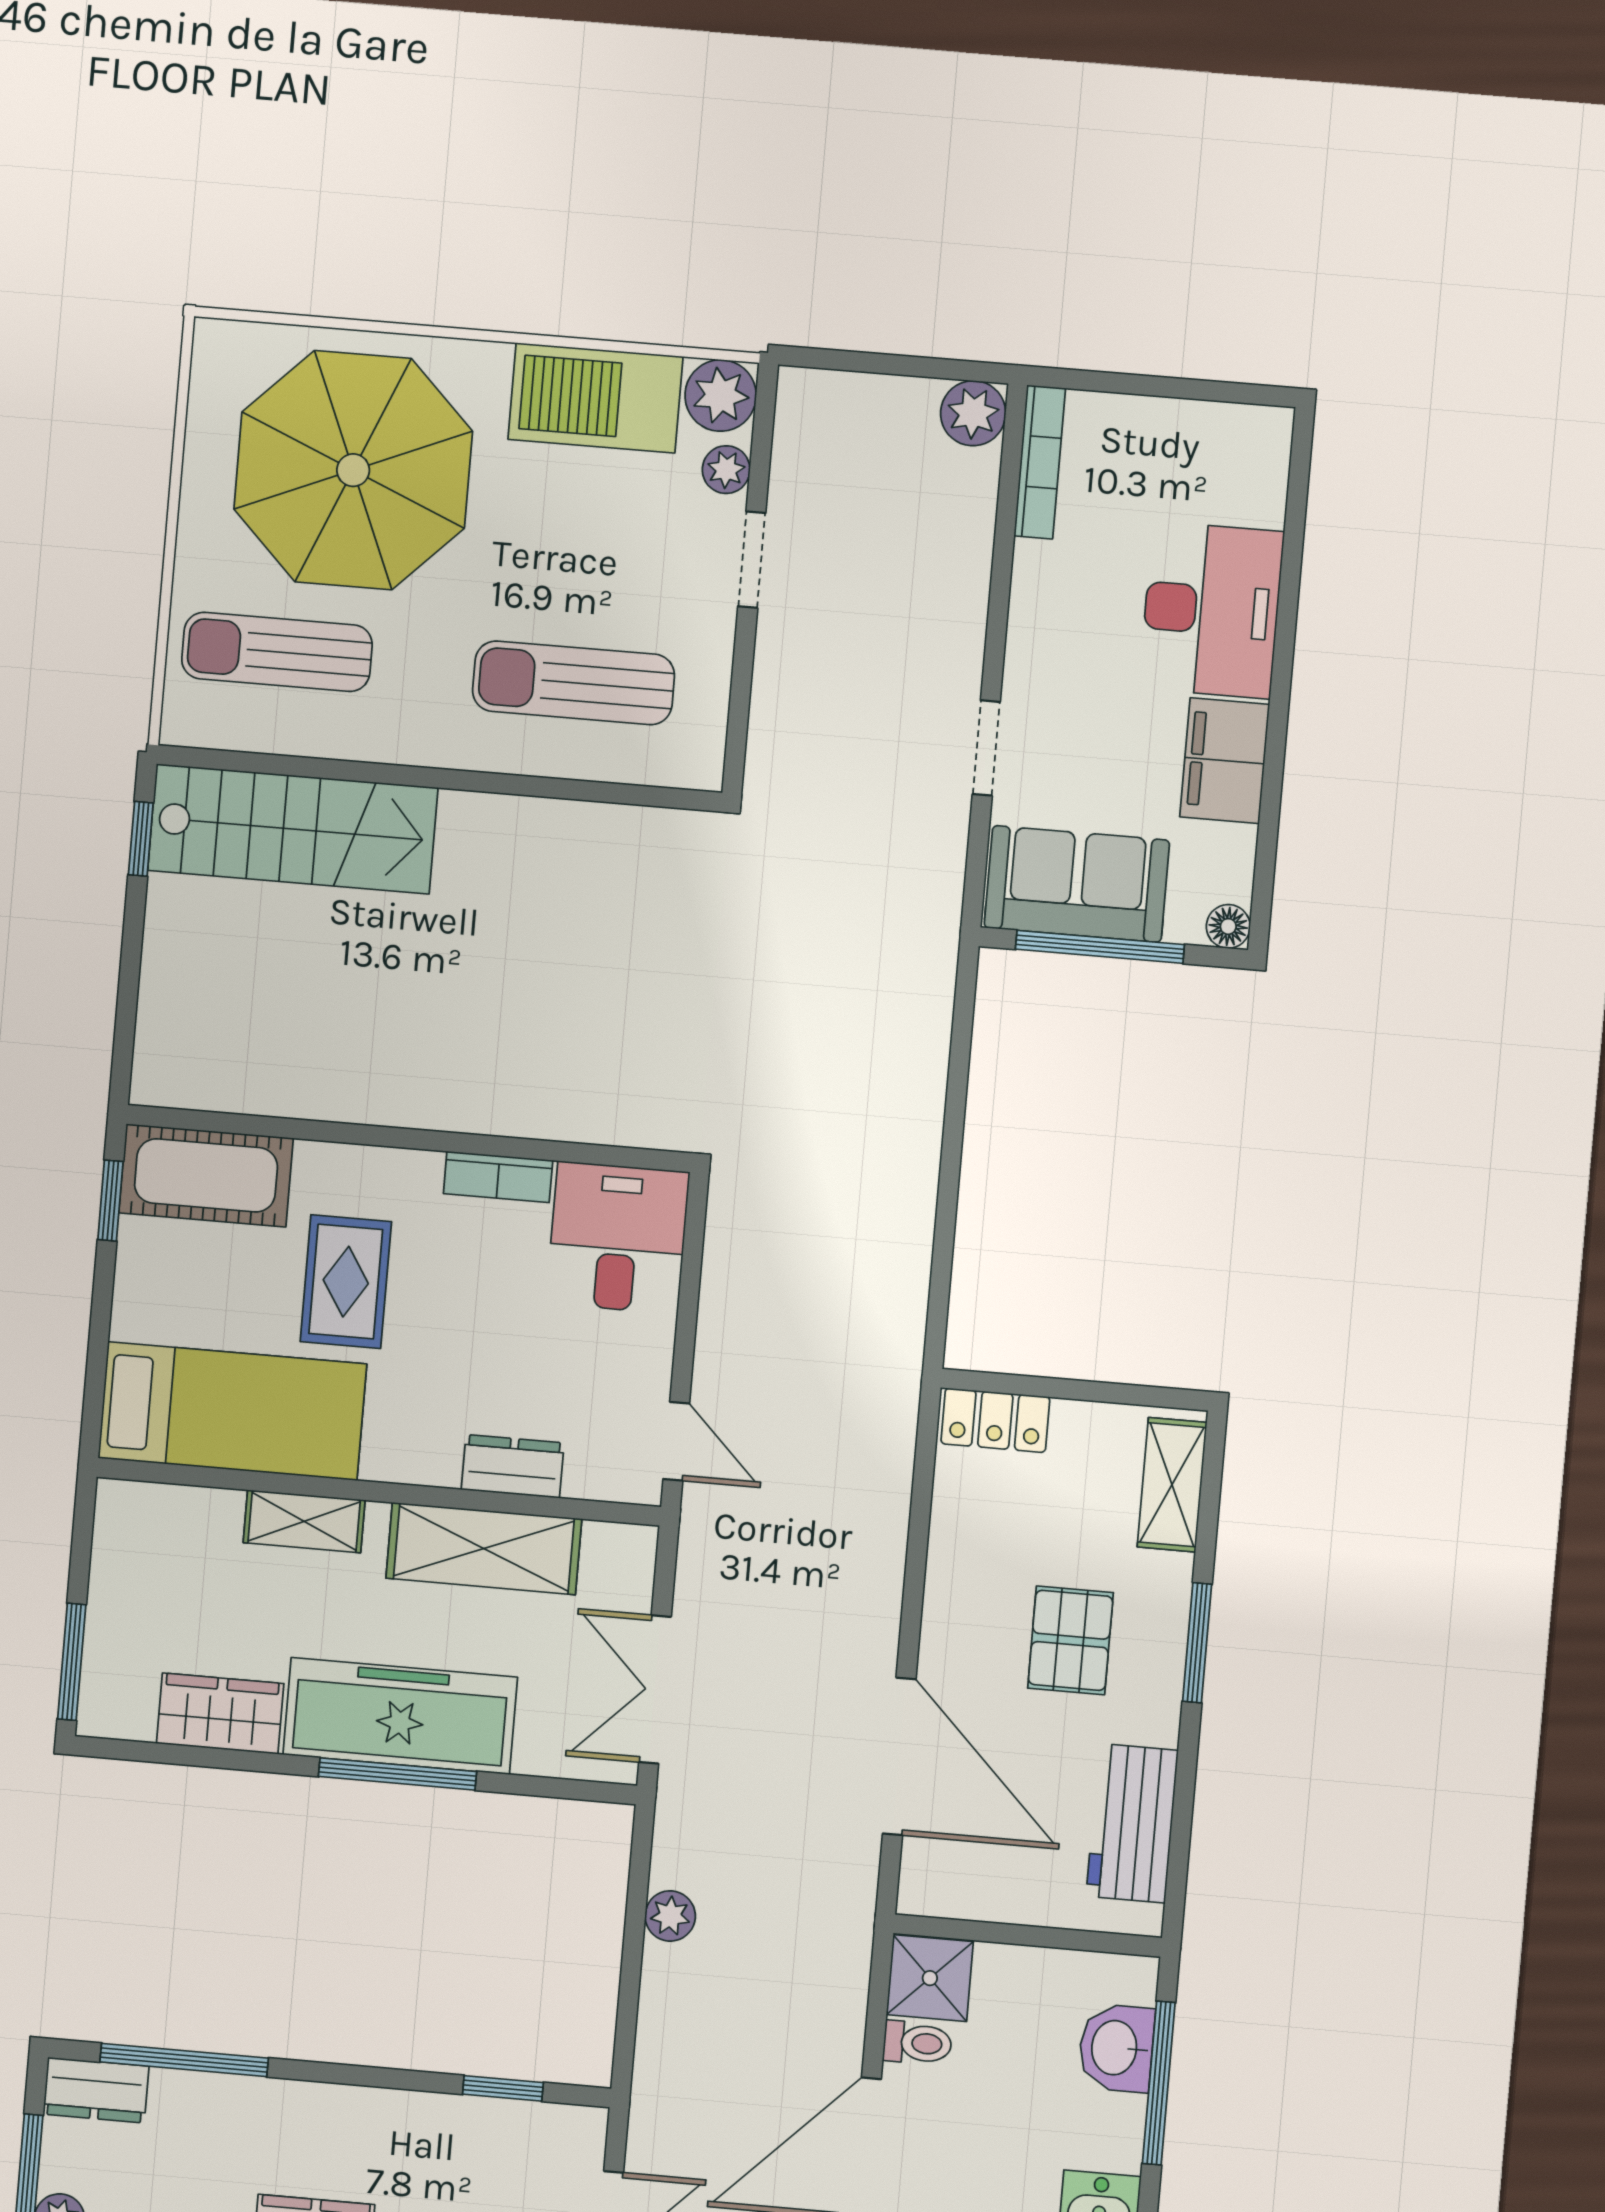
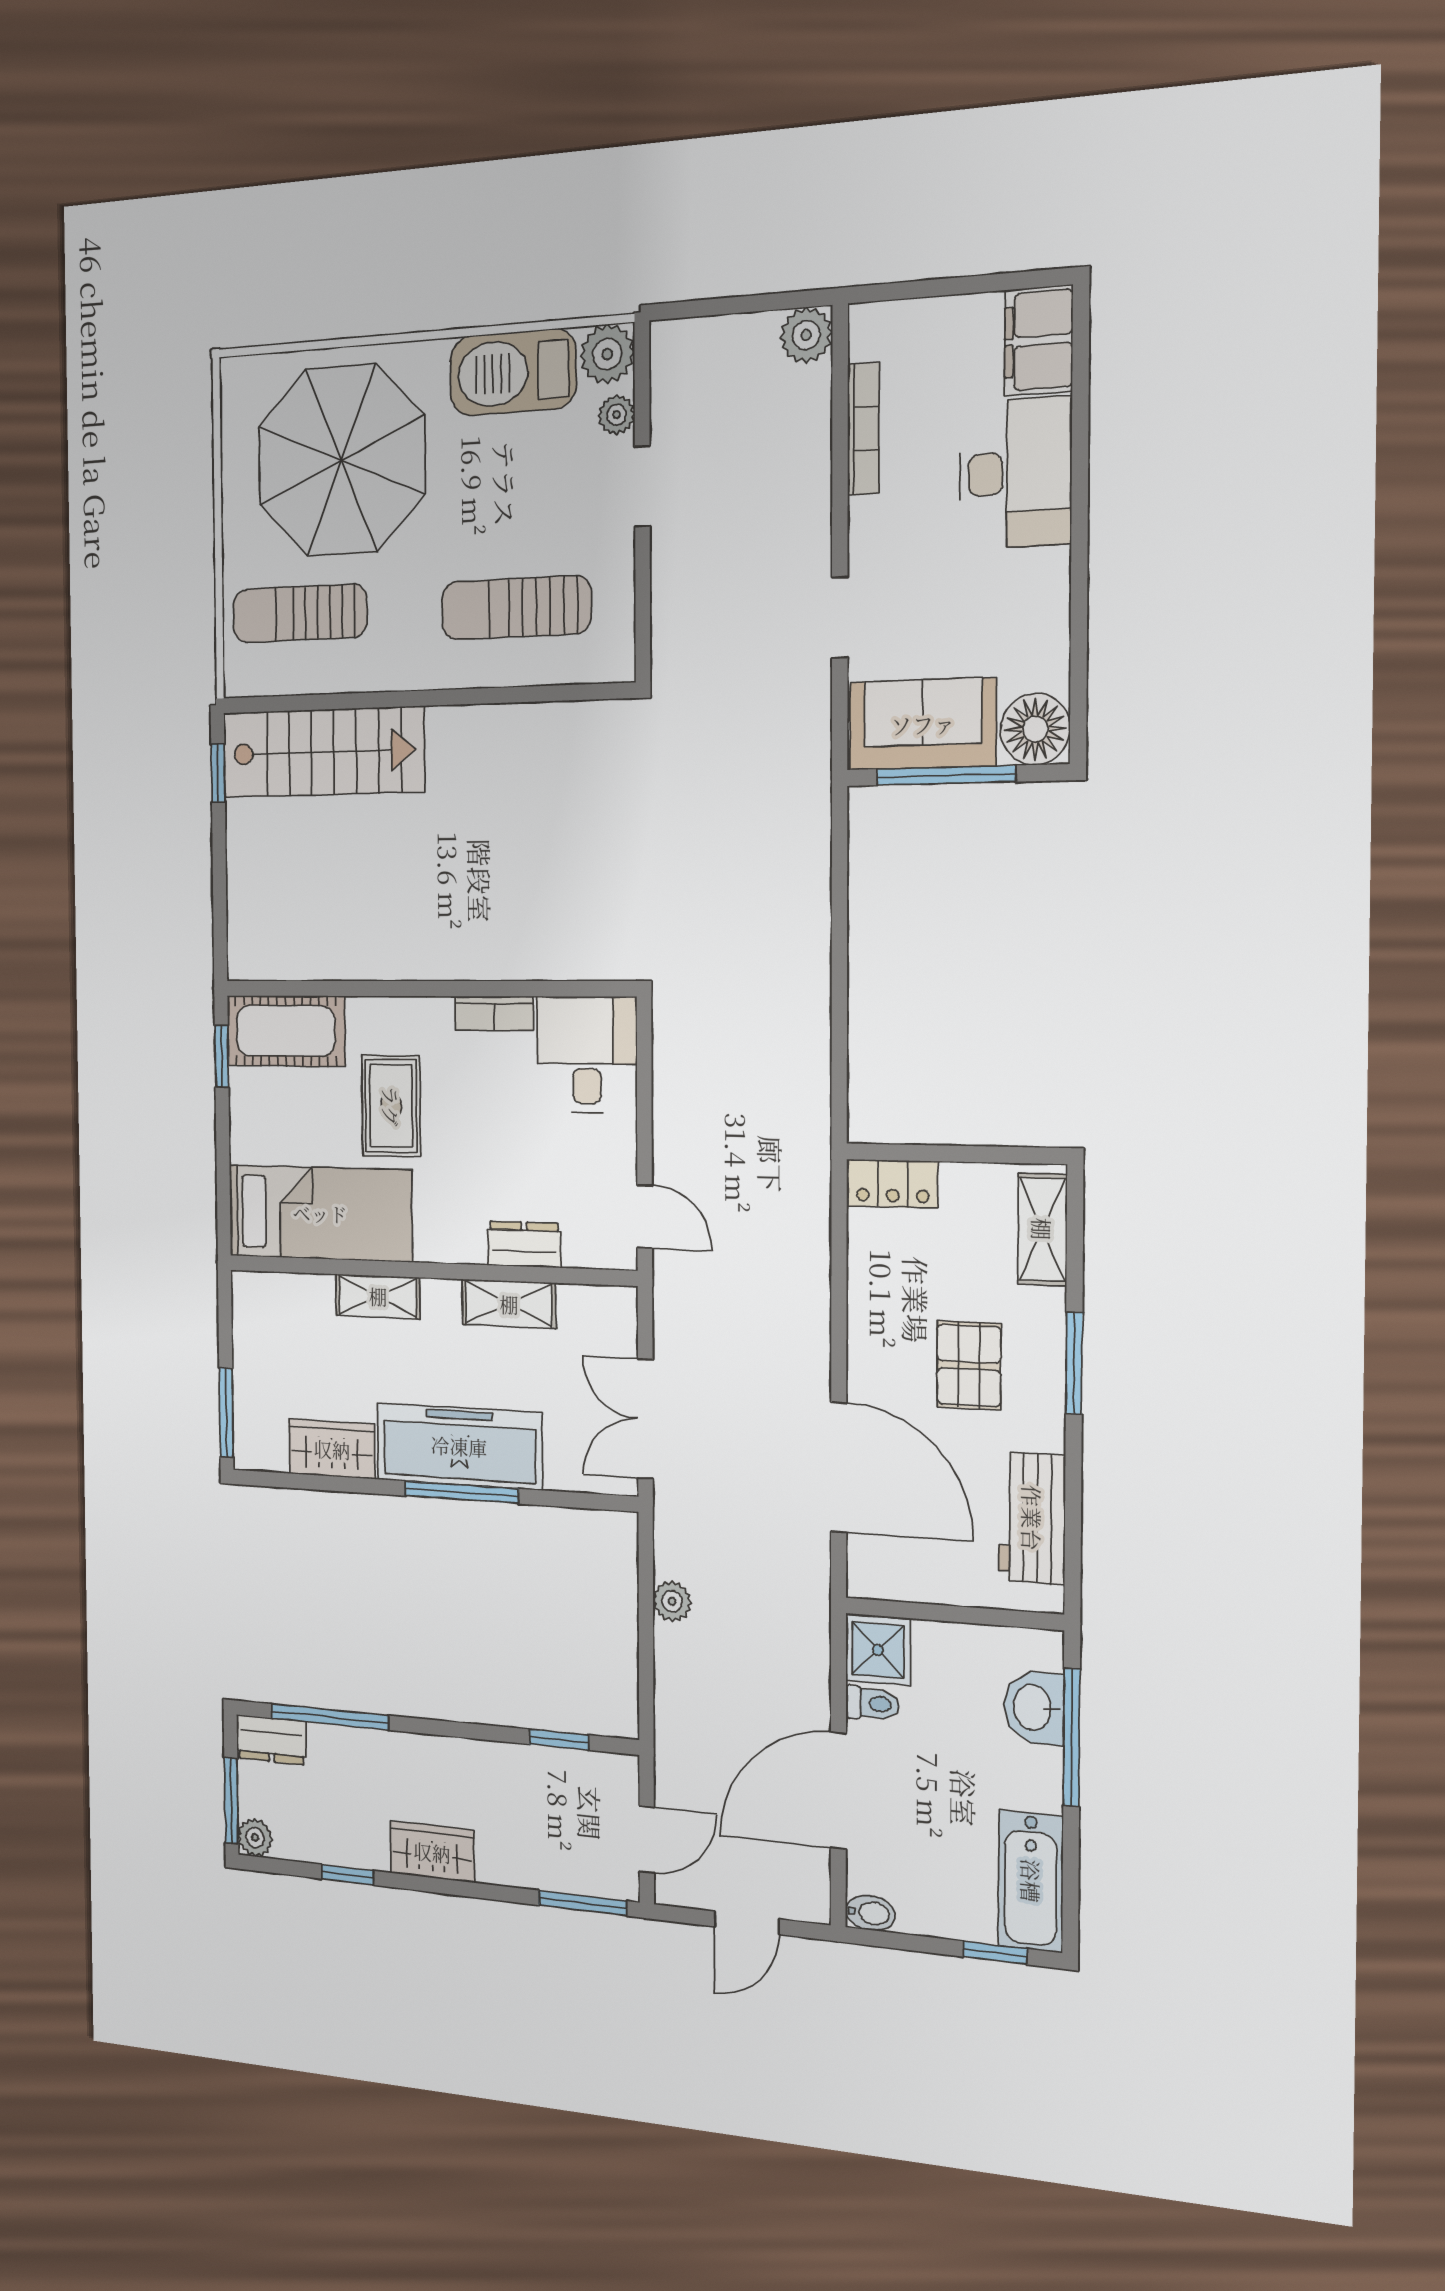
bookcase: (1040, 462) -> (863, 429), moved
filing cabinet: (1225, 761) -> (1039, 340), moved
floor lamp: (1228, 926) -> (1035, 729), width x1.89, depth x1.89
shelving: (484, 1549) -> (509, 1304), width x0.67, depth x0.75

